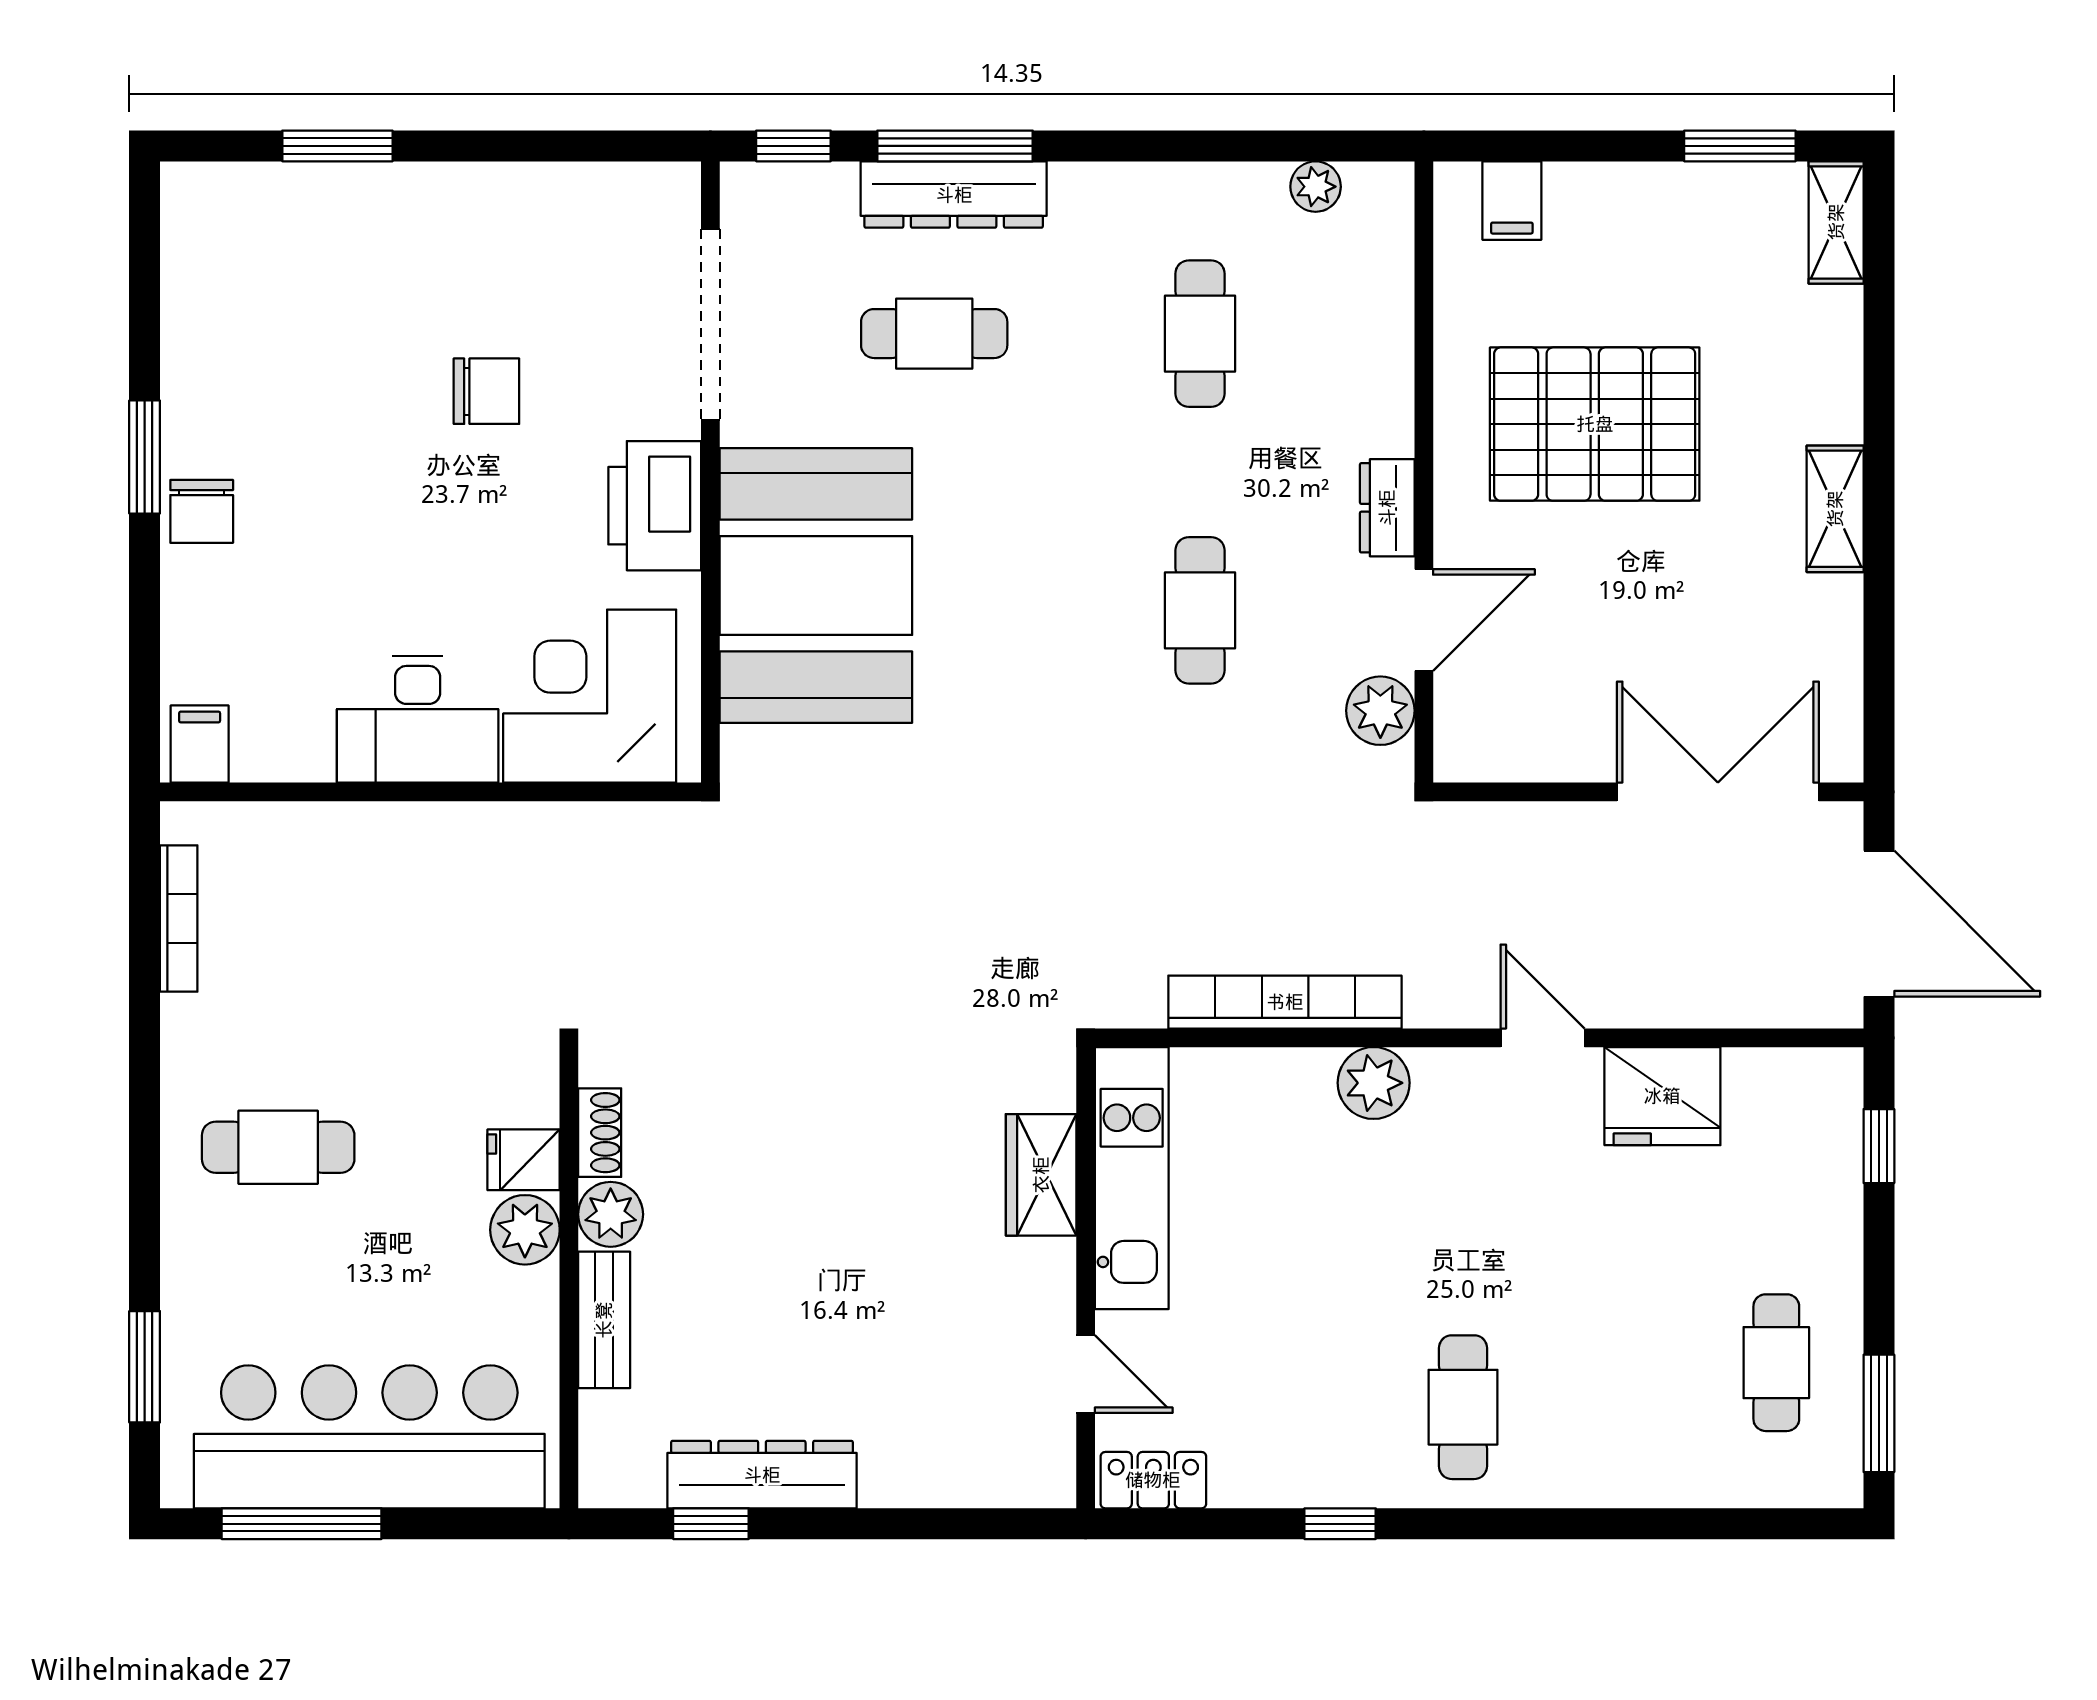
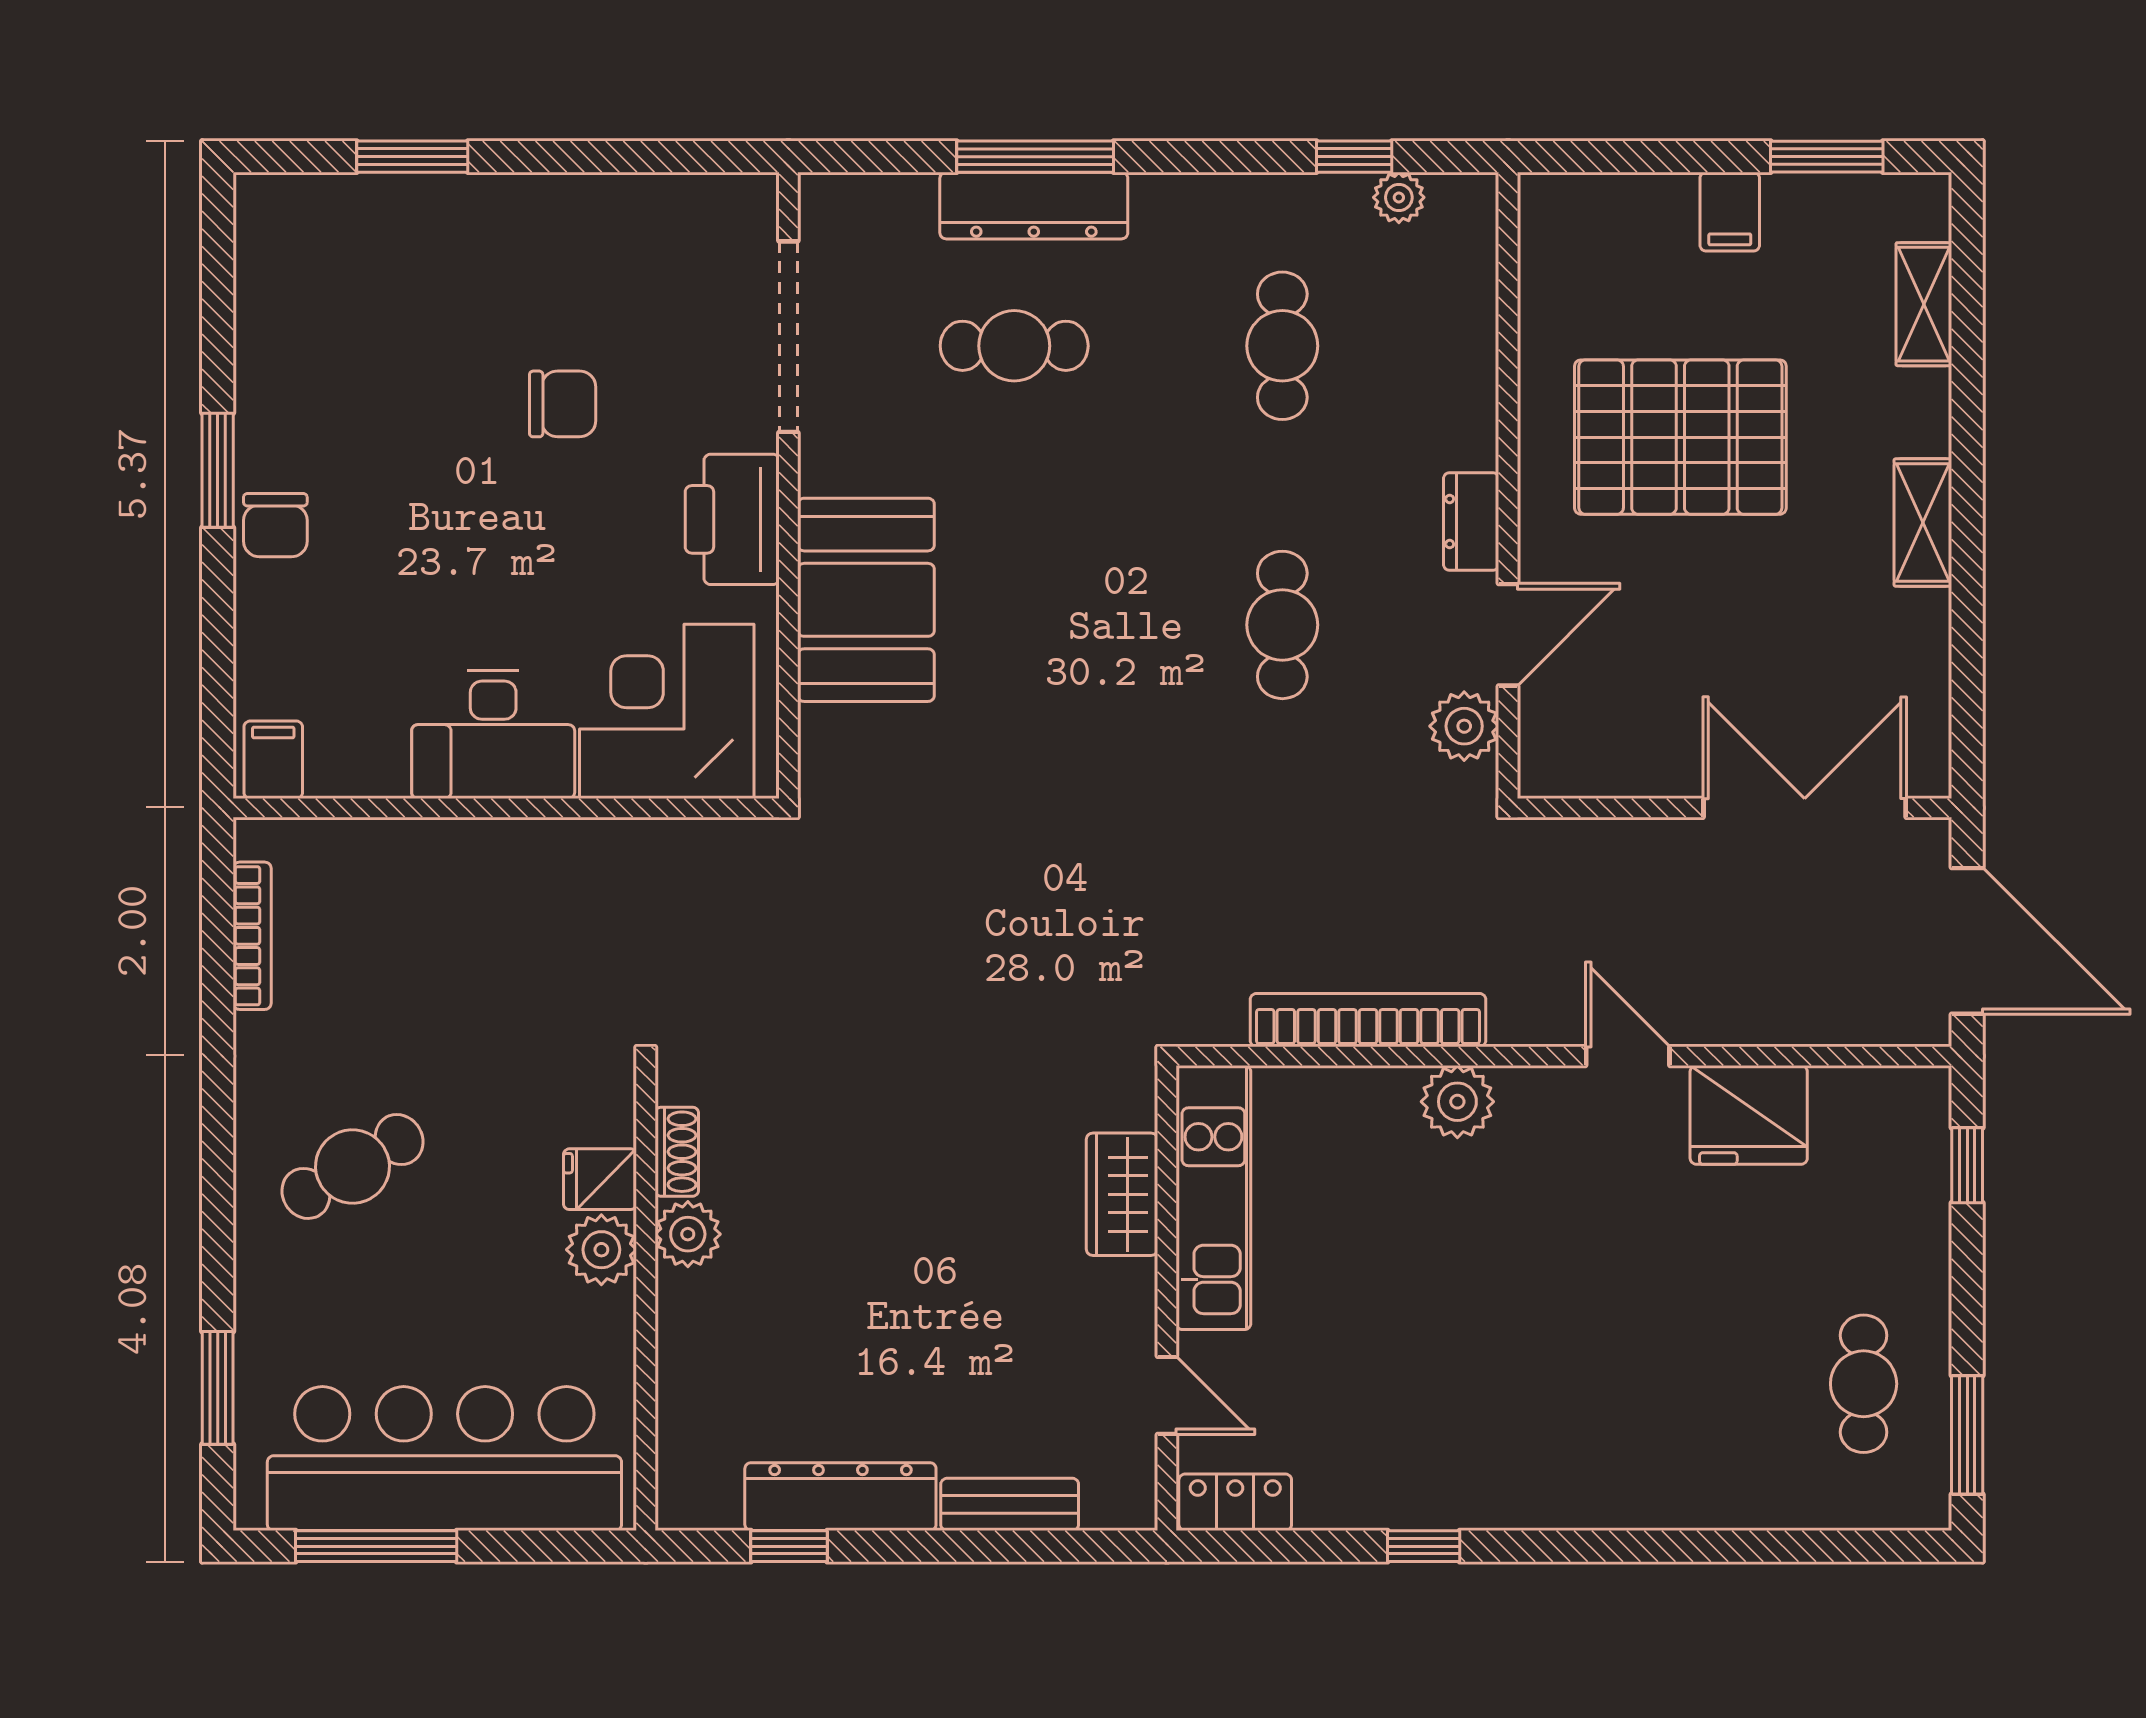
window: (793, 146) -> (1354, 157), moved
filing cabinet: (1512, 201) -> (1730, 212), moved
shelving: (1836, 222) -> (1924, 304), moved
booth: (816, 585) -> (866, 600), width x0.73, depth x0.70
cafe table: (278, 1147) -> (352, 1166), turned -30
bench: (604, 1320) -> (1010, 1504), moved, turned 90
cafe table: (1463, 1407) -> (1548, 1429), removed

